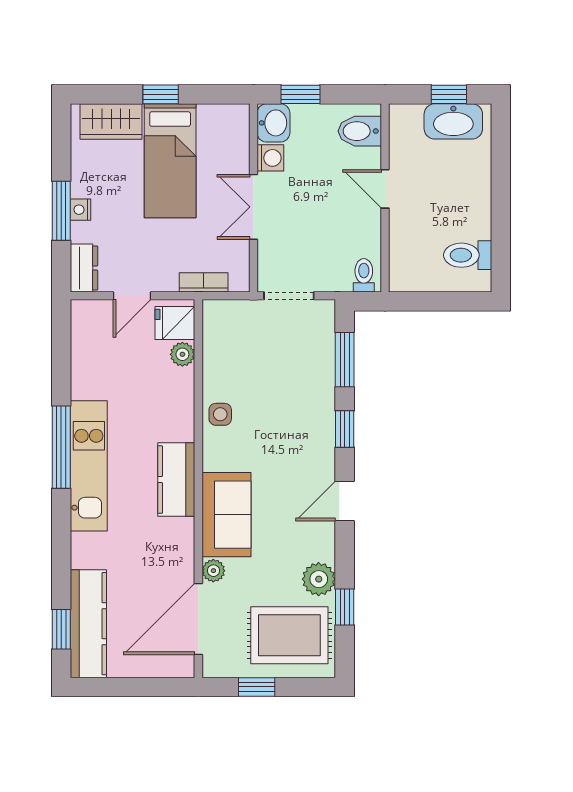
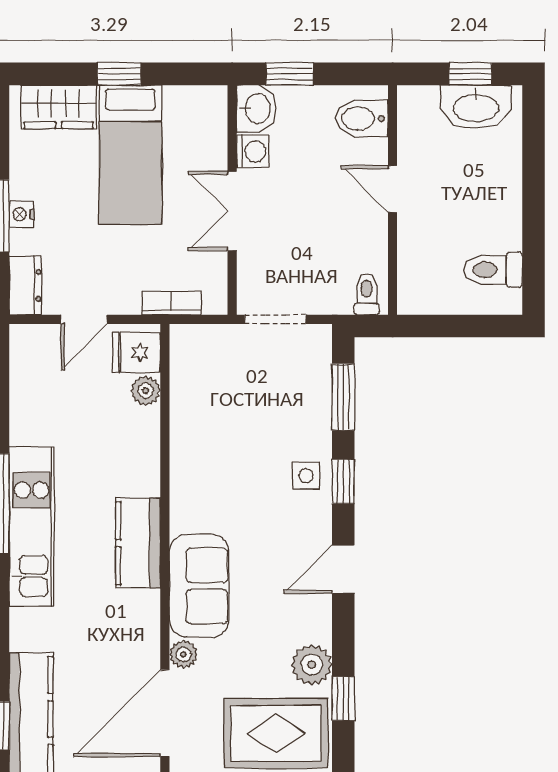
side table: (220, 414) -> (306, 476), moved

